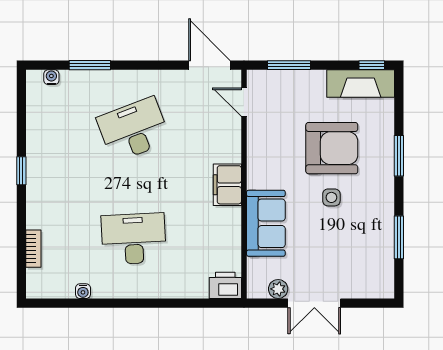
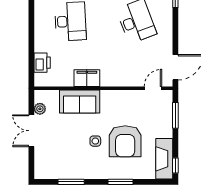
filing cabinet: (227, 185) -> (87, 78), moved
printer: (225, 285) -> (42, 63), moved

